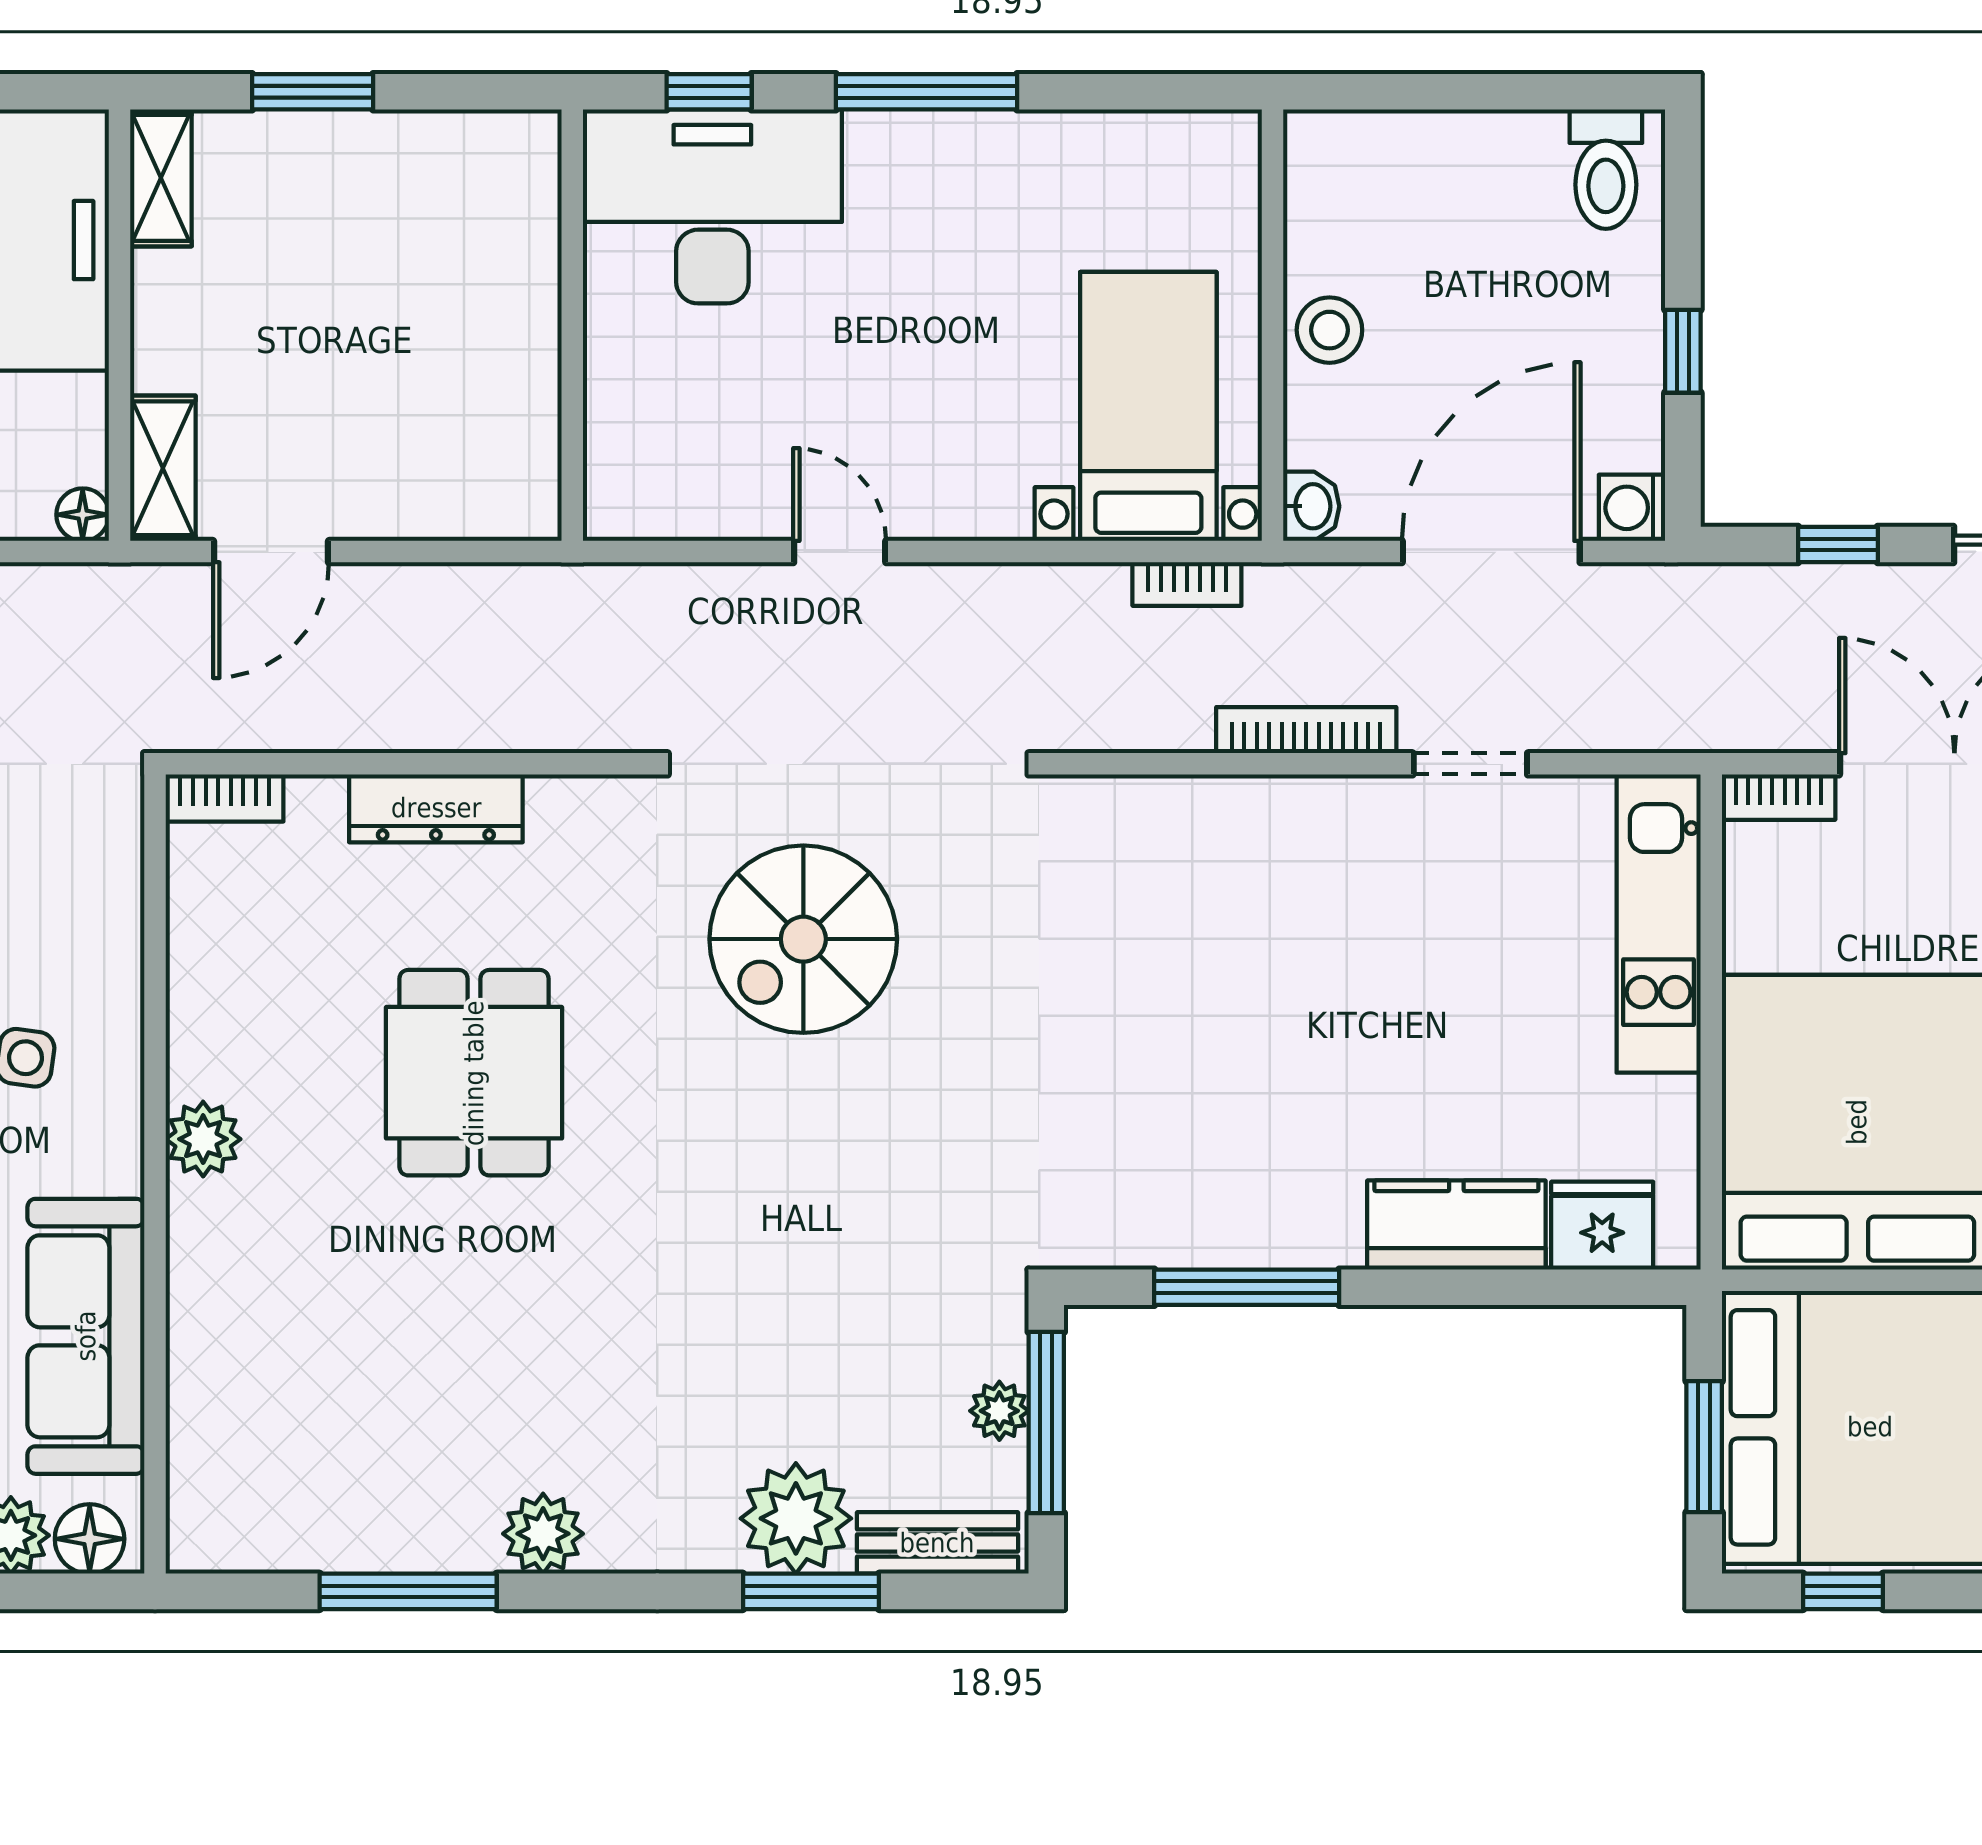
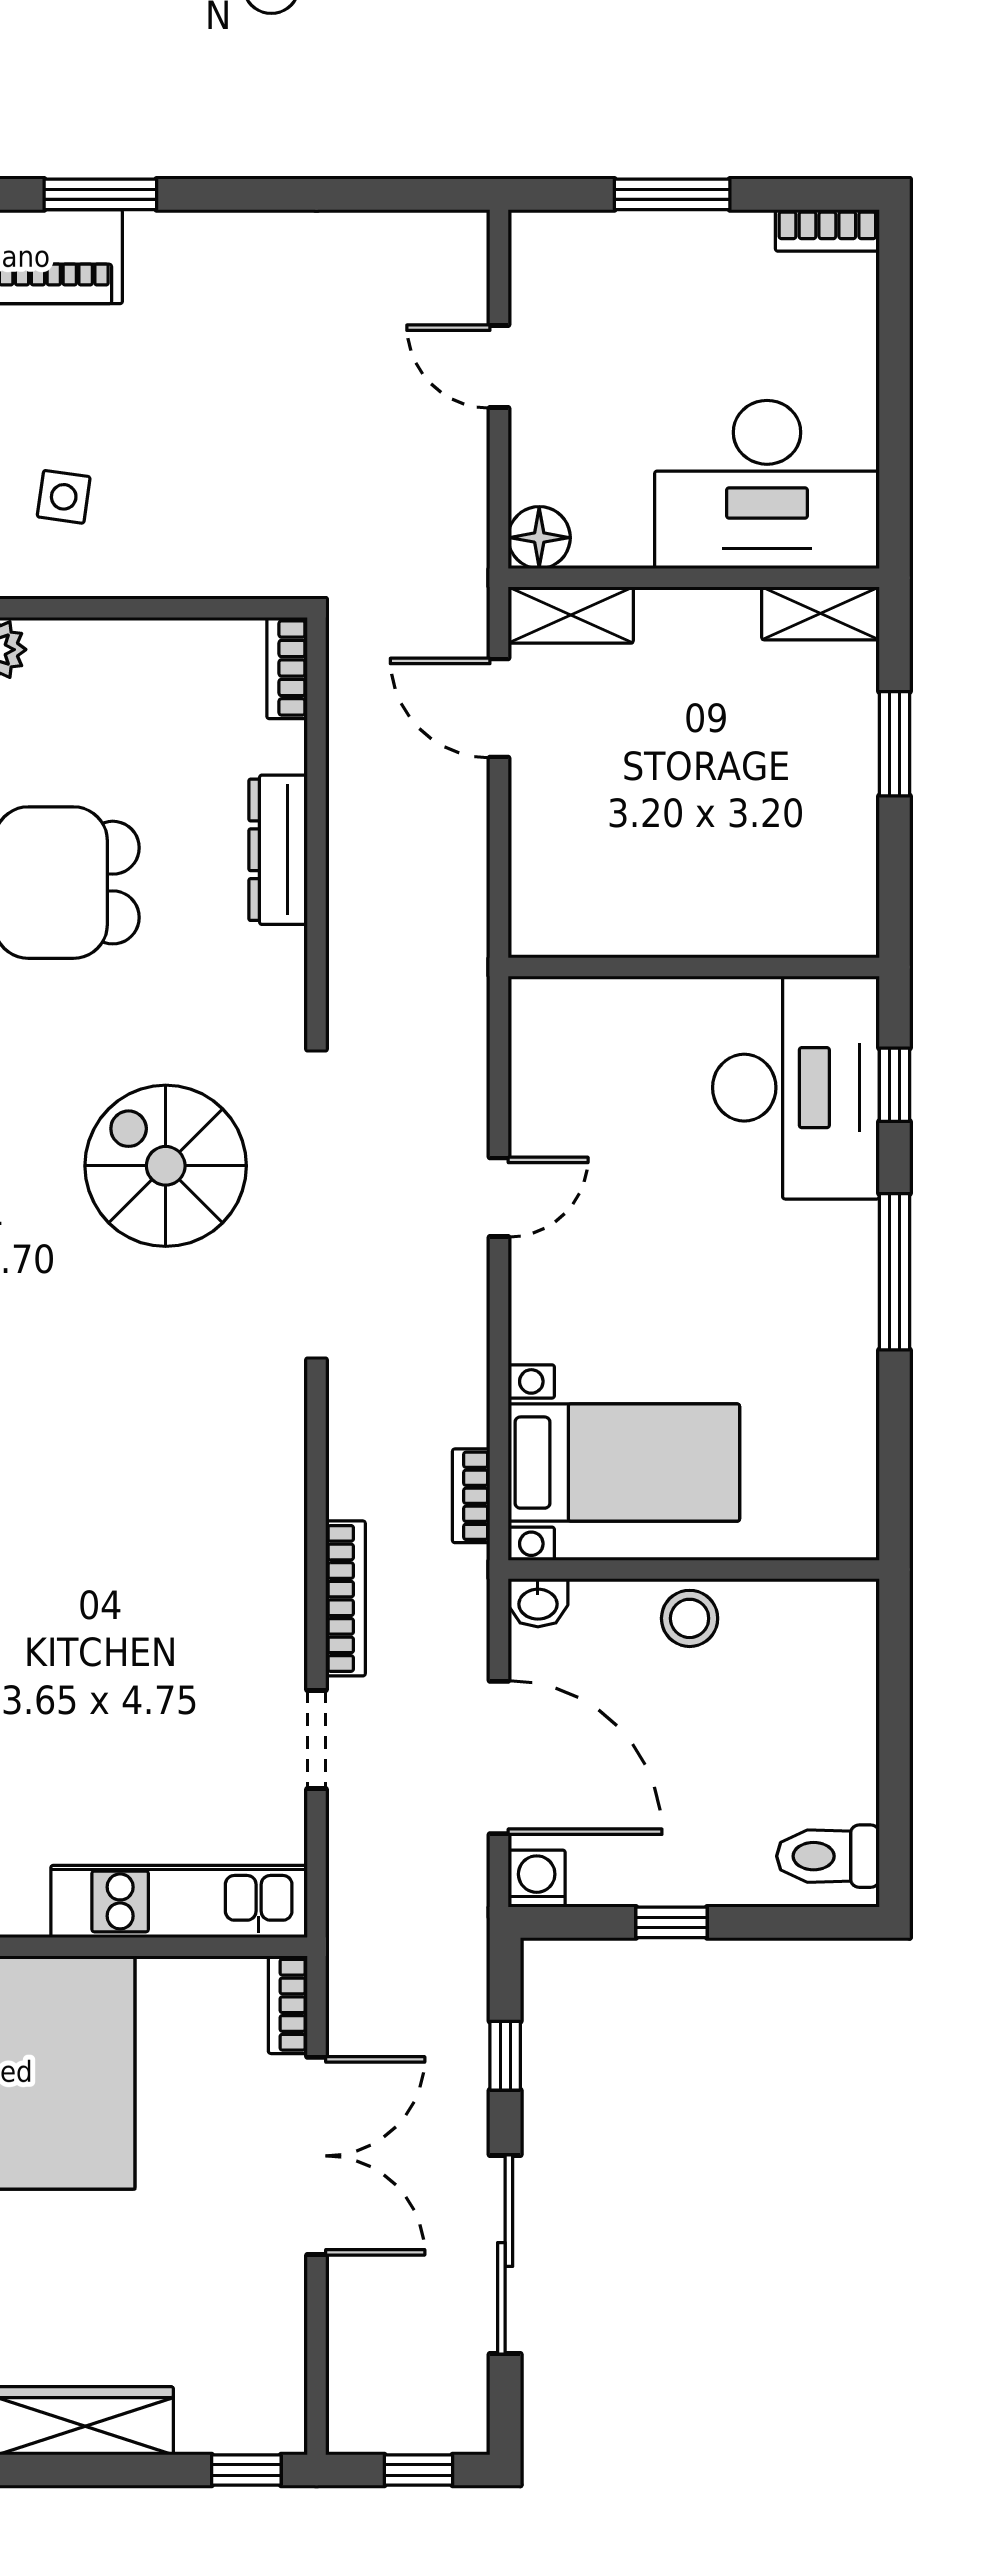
floor lamp: (83, 515) -> (539, 538), width x1.37, depth x1.37

